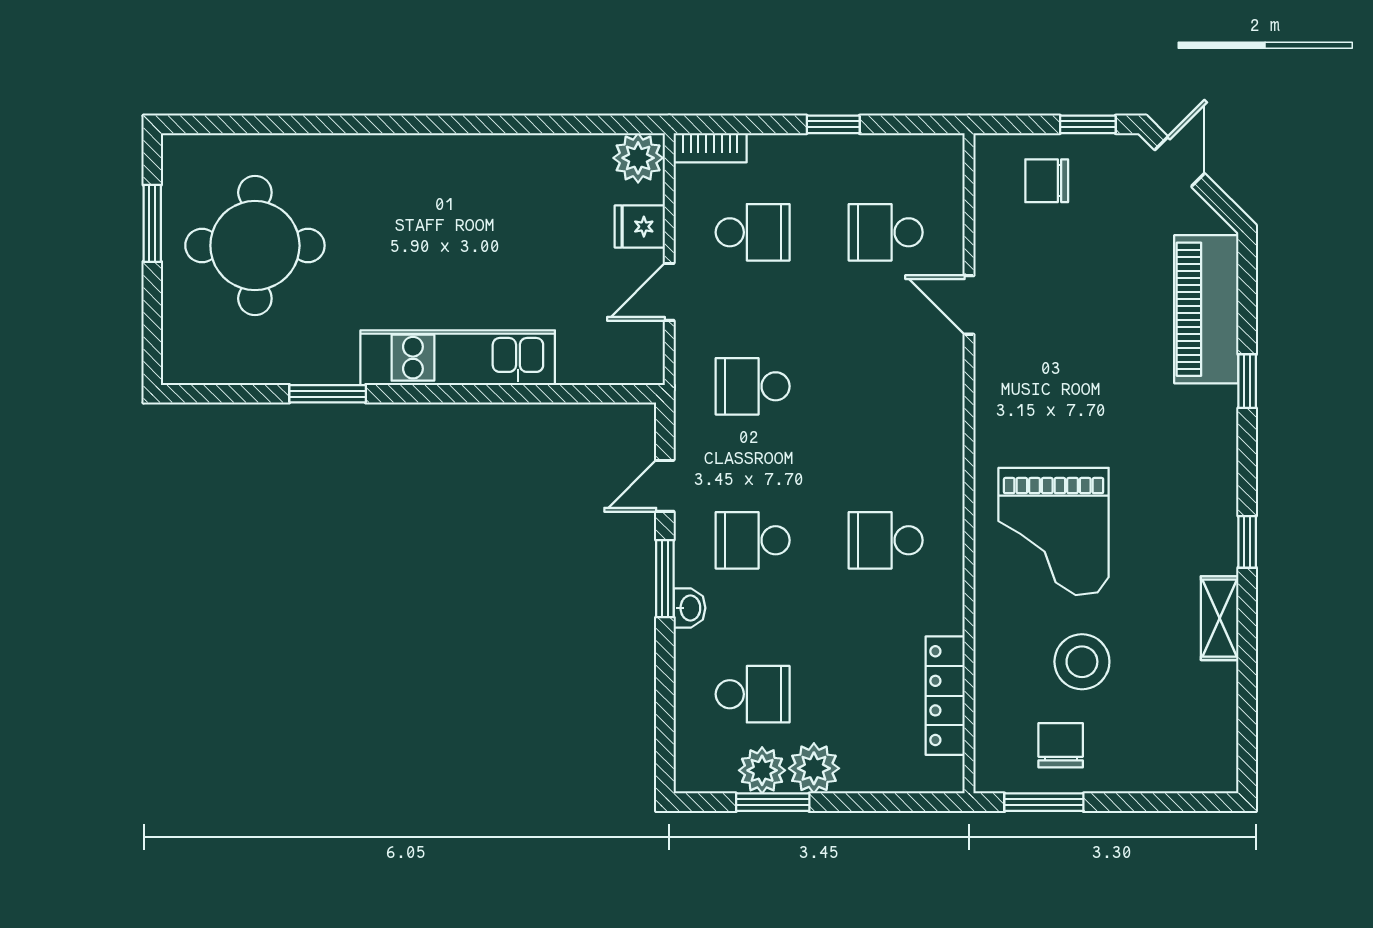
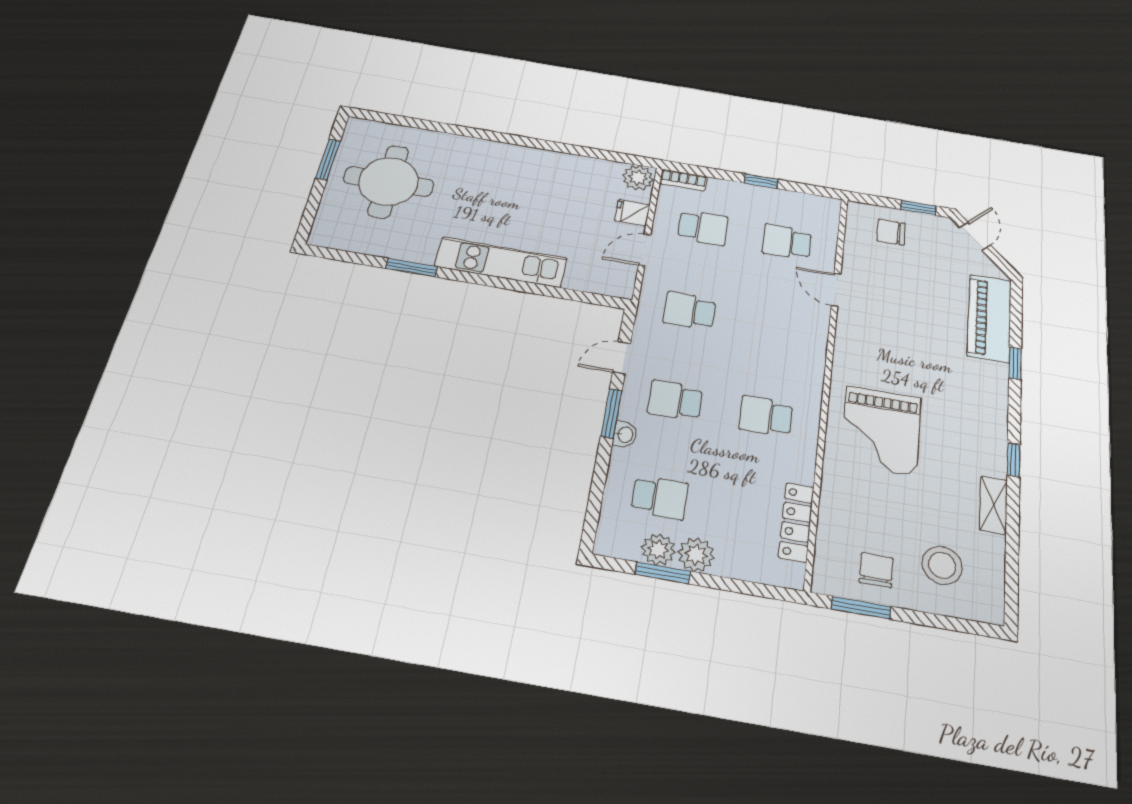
stool: (1082, 662) -> (942, 565), moved

